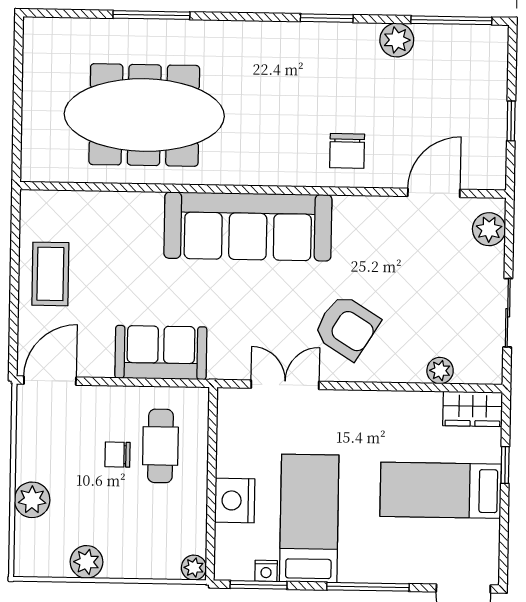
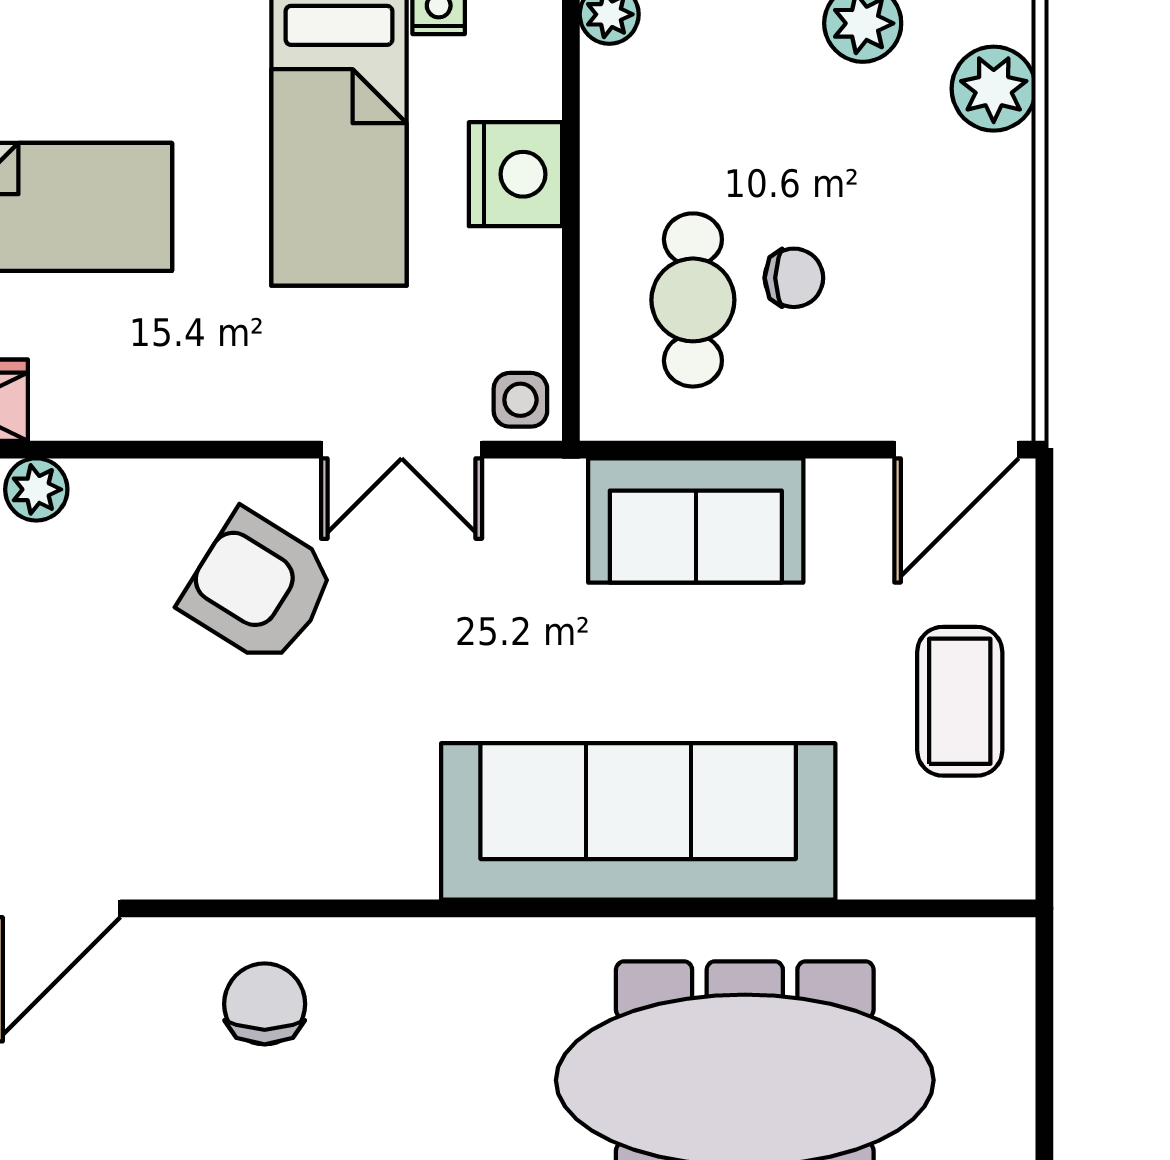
sofa: (248, 226) -> (638, 821), moved
side table: (234, 405) -> (520, 400), added
plant: (32, 500) -> (994, 89), moved

